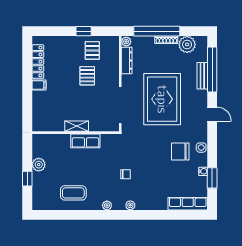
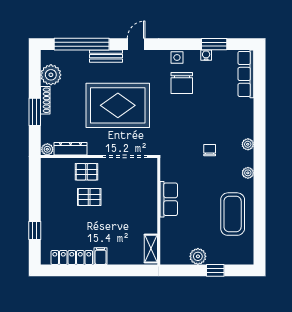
window: (84, 31) -> (35, 230), moved
window: (157, 31) -> (35, 112), width x0.47
pallet: (92, 50) -> (87, 172), moved
bench: (202, 76) -> (106, 56), moved
shelving: (77, 126) -> (151, 249), moved
coffee table: (73, 193) -> (233, 214), width x1.36, depth x1.32

